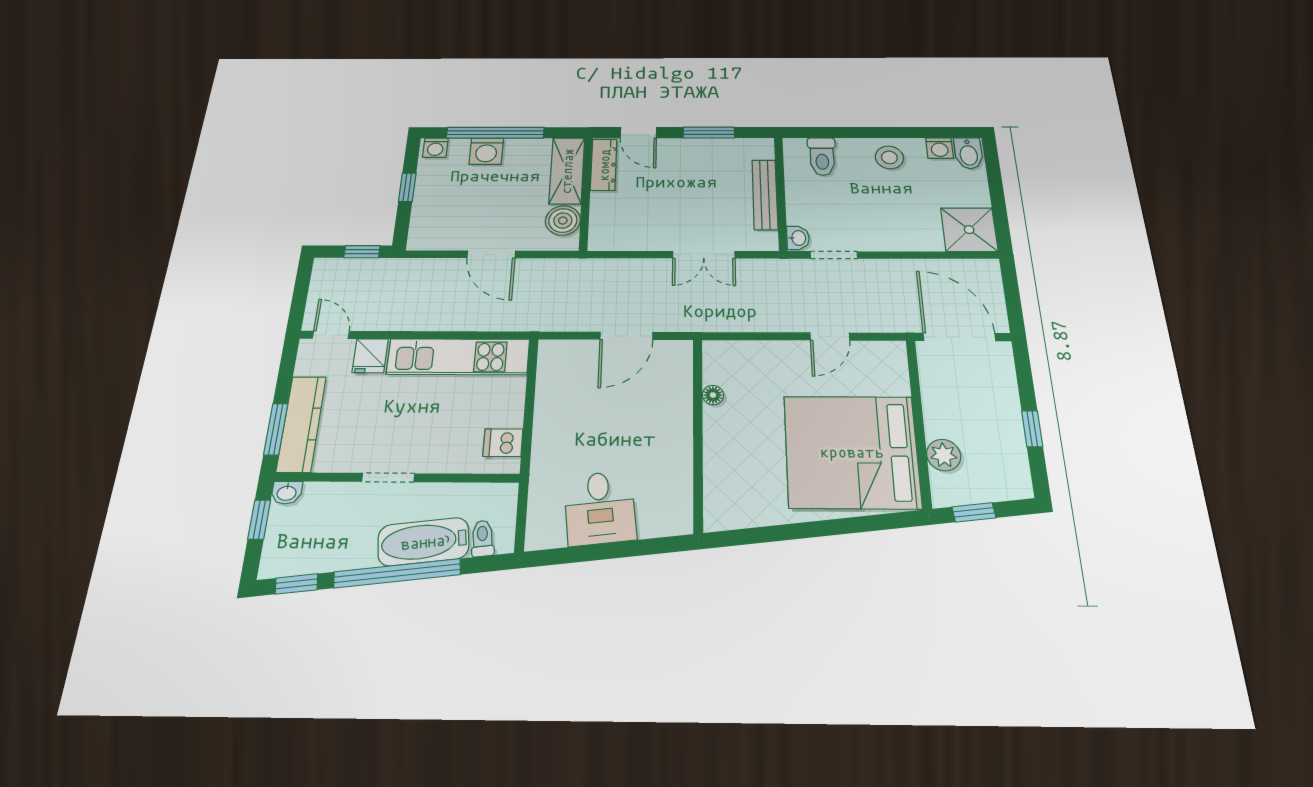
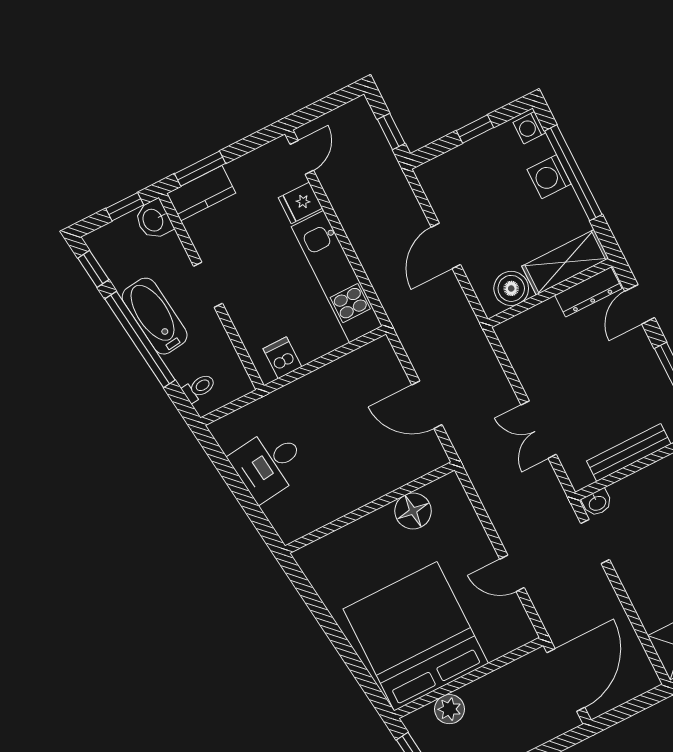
floor lamp: (713, 395) -> (413, 511), width x1.89, depth x1.89
kitchen counter: (301, 424) -> (201, 193), width x0.67
washbasin: (287, 493) -> (154, 220), width x1.38, depth x1.45
bathtub: (423, 542) -> (155, 316), moved

